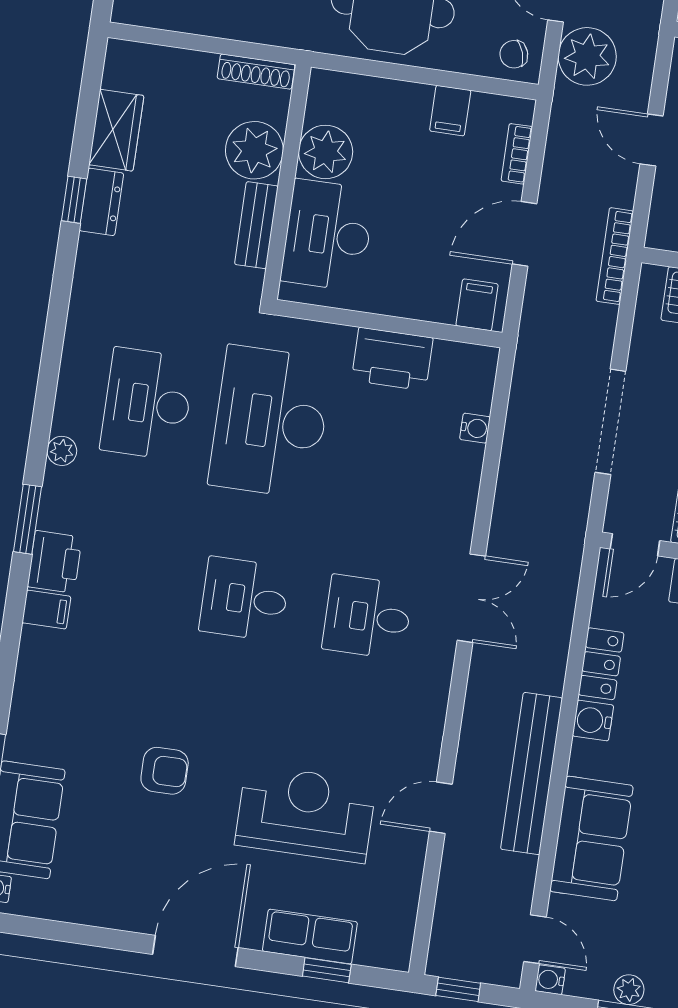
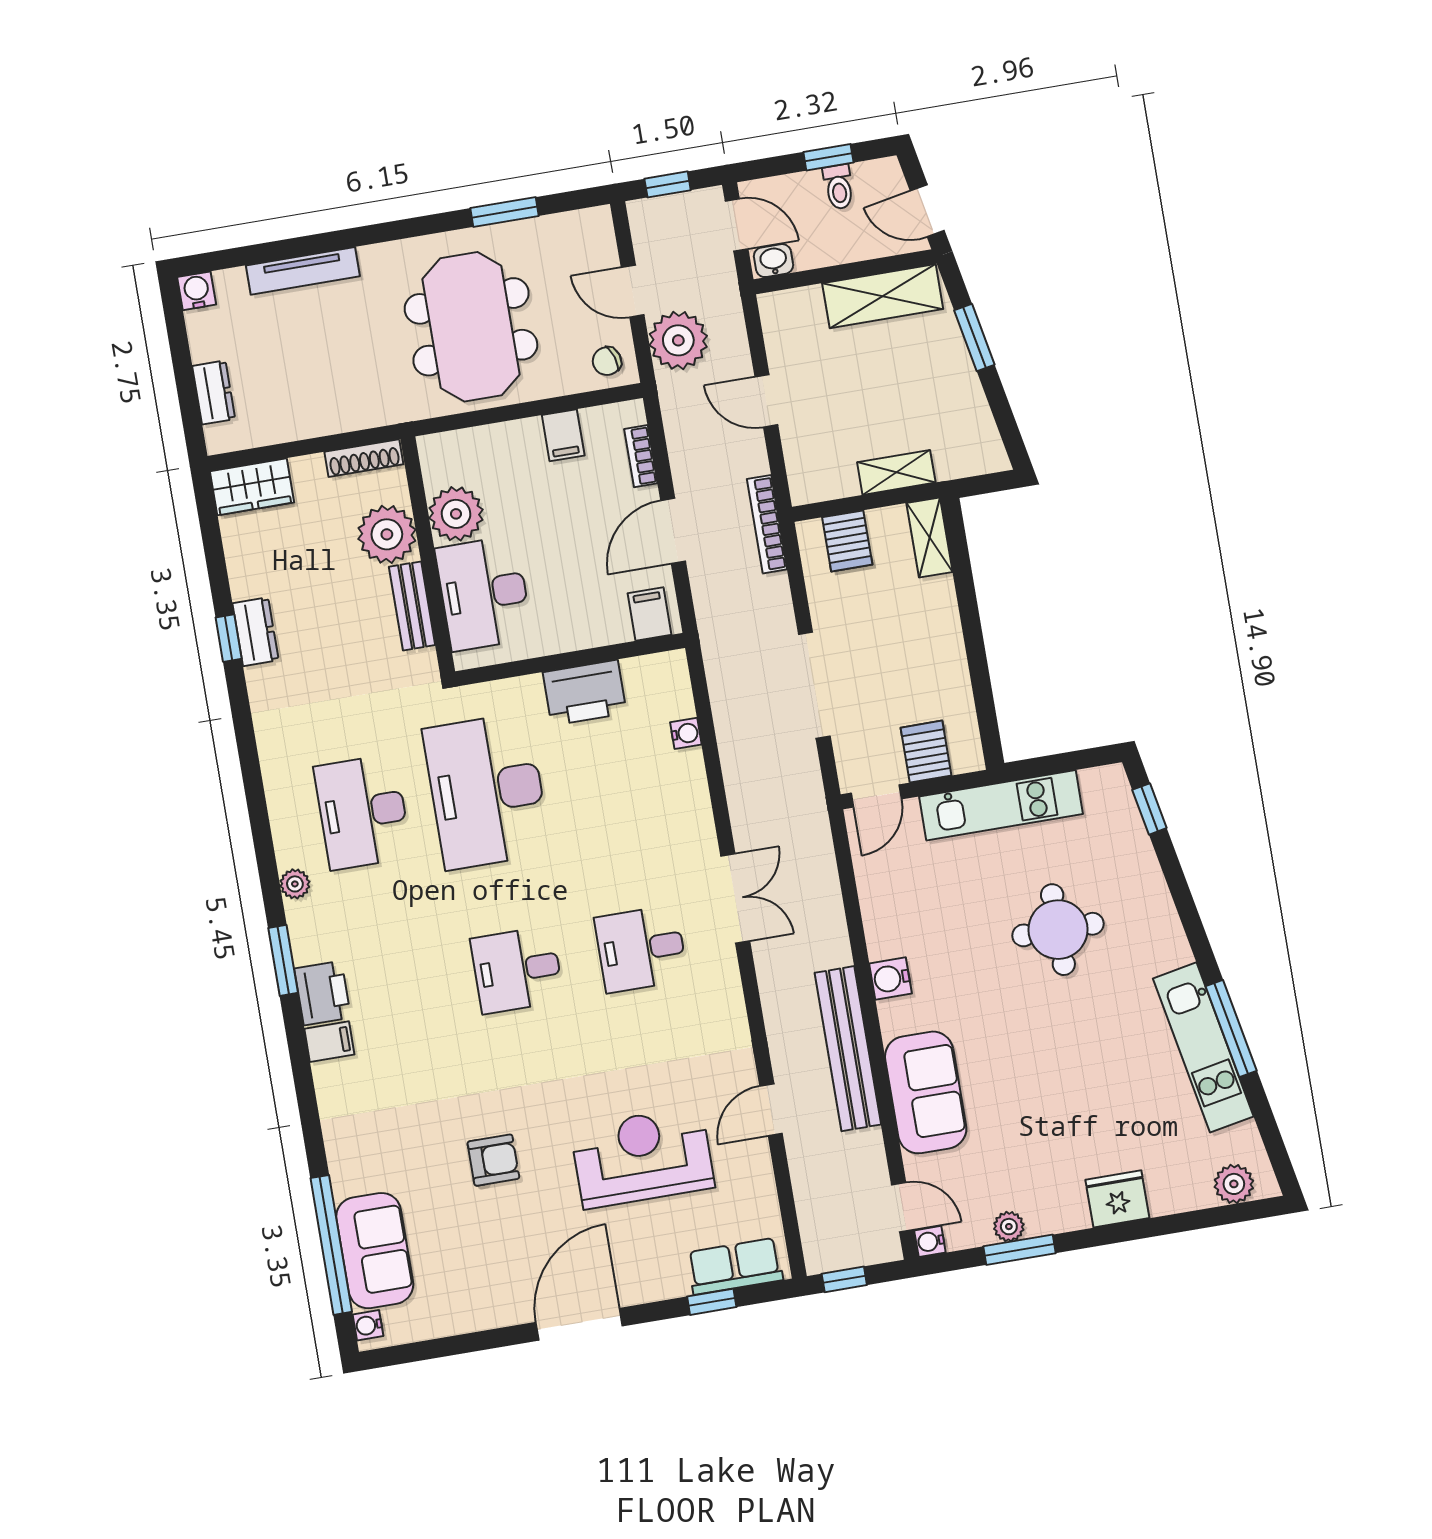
wardrobe: (116, 130) -> (252, 487), moved, turned 90
locker: (601, 664) -> (881, 921), removed
row of seats: (310, 937) -> (735, 1266), moved

